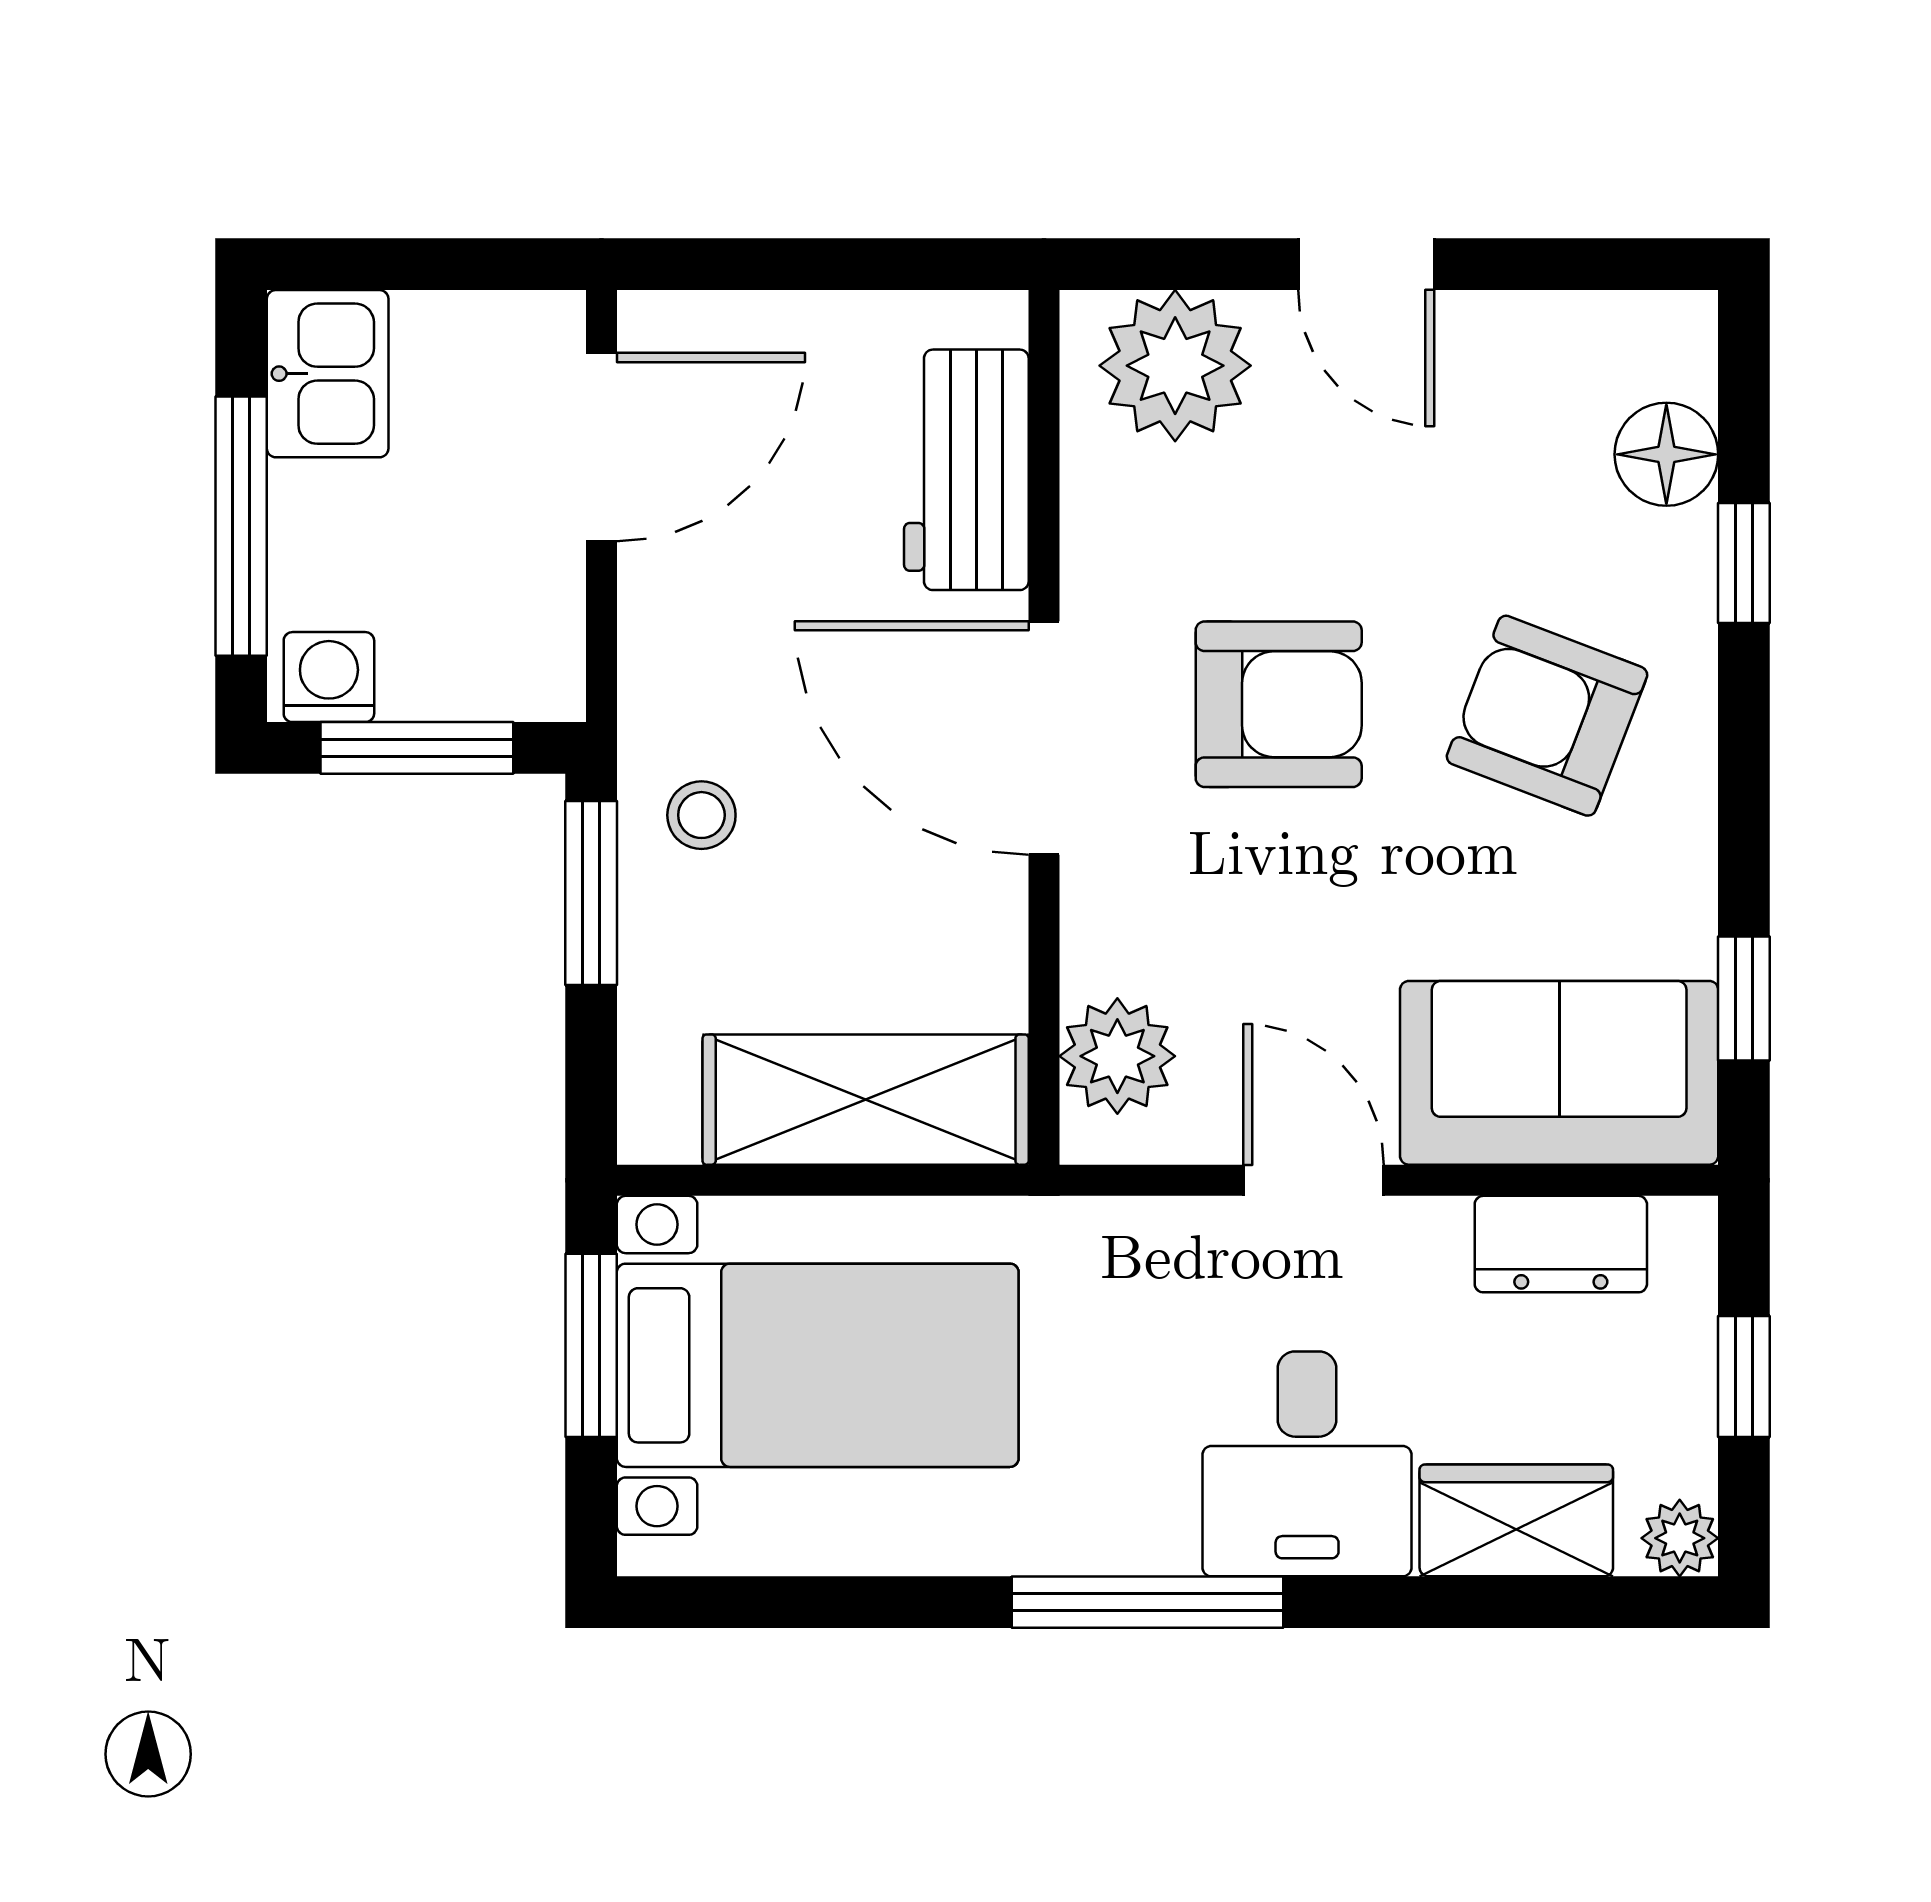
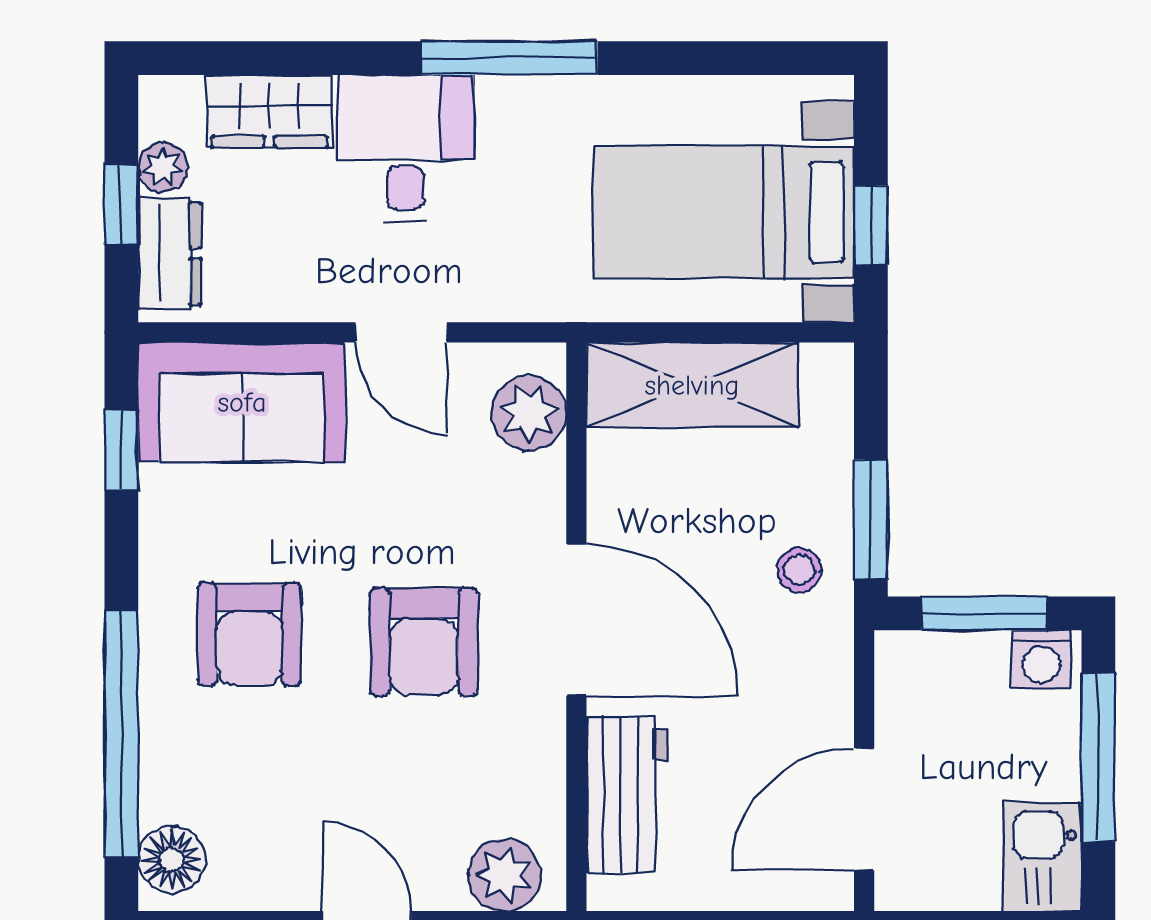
plant: (1175, 366) -> (504, 875), width x0.73, depth x0.73
floor lamp: (1666, 454) -> (172, 860), moved
window: (1744, 563) -> (121, 734), width x3.17
armchair: (1279, 704) -> (424, 642), turned -90
armchair: (1547, 716) -> (249, 634), turned 69
dresser: (1561, 1244) -> (170, 253), moved, turned 90
window: (591, 1345) -> (871, 225), width x0.67
plant: (1680, 1538) -> (163, 167), moved

